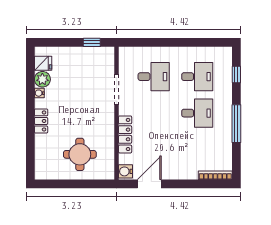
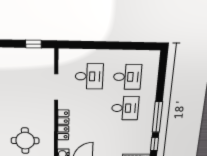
window: (236, 75) -> (155, 144), moved

